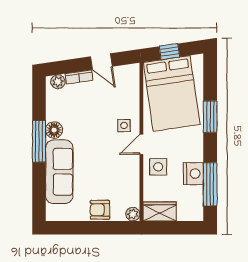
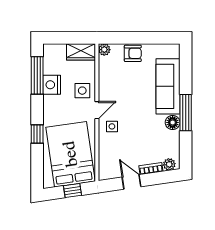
window: (210, 117) -> (37, 134), width x0.67

